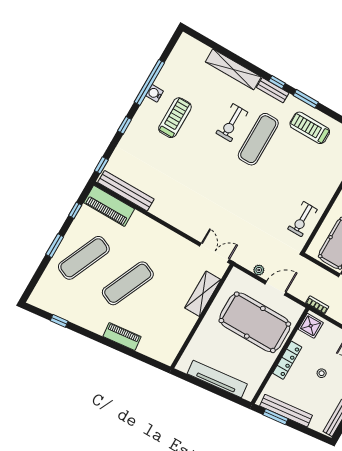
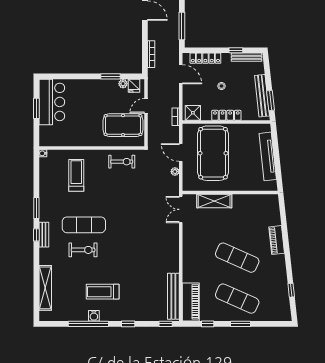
shelving: (233, 69) -> (45, 288), moved
treadmill: (310, 128) -> (76, 175), moved, turned 180

